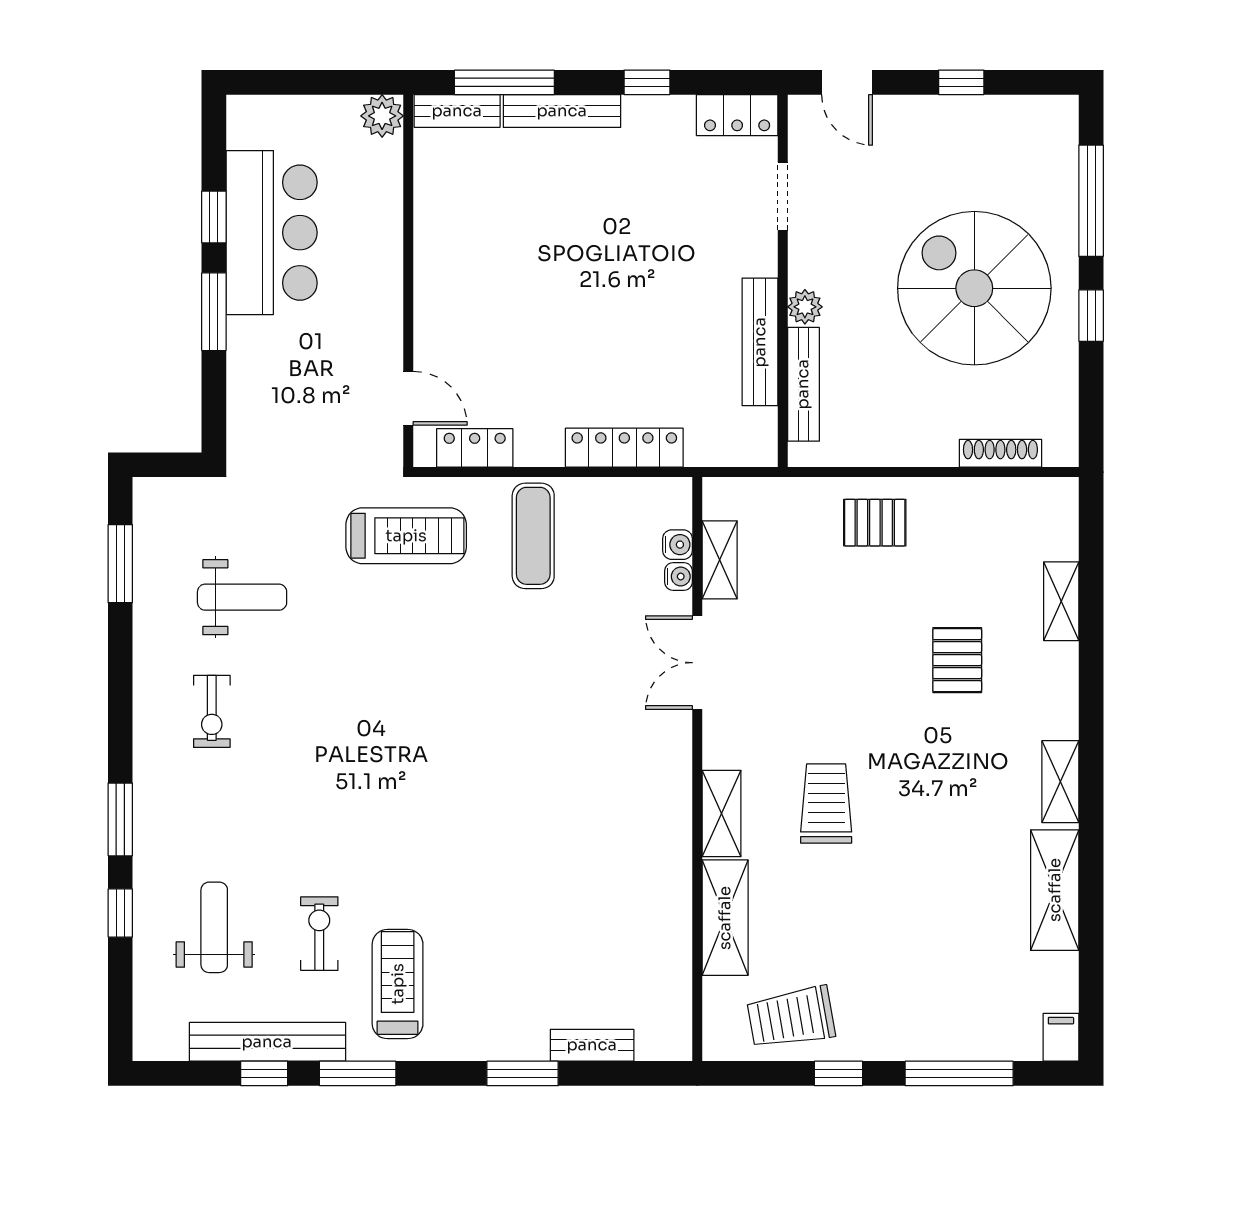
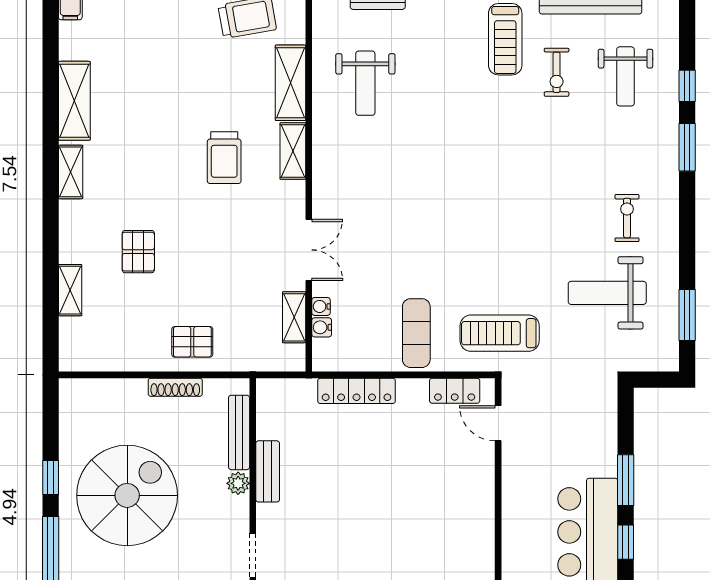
spiral stairs: (974, 288) -> (127, 495), turned -90
bench: (760, 342) -> (268, 471), width x0.73
shoe rack: (1000, 453) -> (175, 387), moved
weight bench: (242, 597) -> (607, 293), width x1.36, depth x1.33
weight bench: (611, 917) -> (365, 83), added

